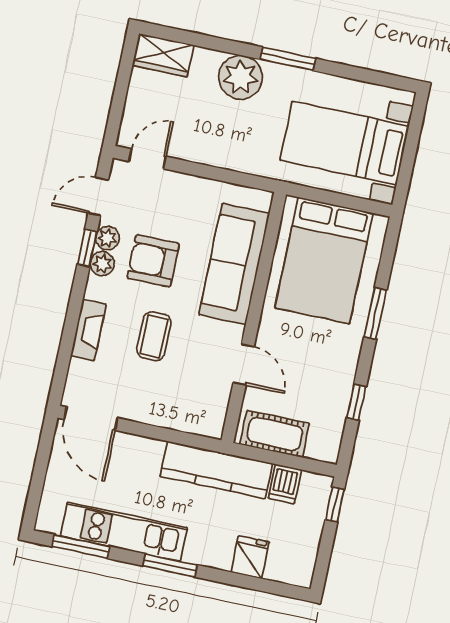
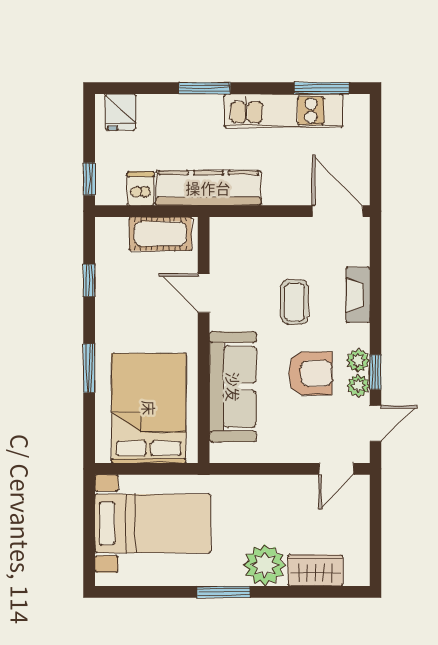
wardrobe: (163, 55) -> (315, 570), moved
fridge: (250, 557) -> (120, 112), moved
window: (170, 565) -> (205, 88), moved

